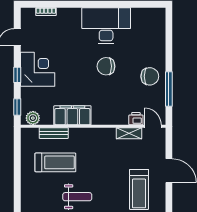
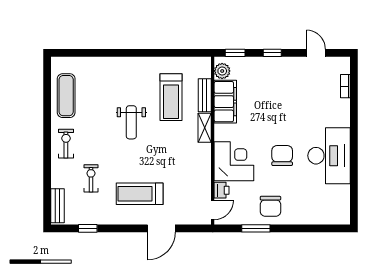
corner desk: (38, 69) -> (234, 161), moved, turned -90
window: (169, 89) -> (256, 228), width x0.69
filing cabinet: (72, 115) -> (225, 102), moved
shelving: (129, 133) -> (205, 128), moved

